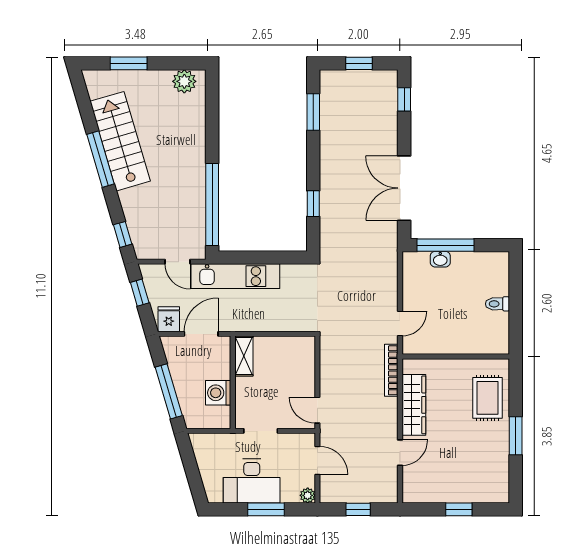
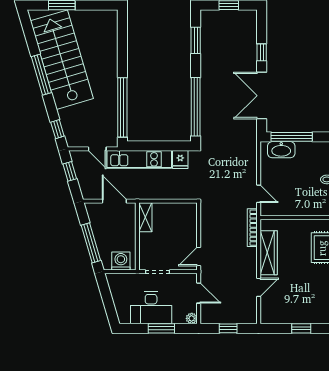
plant: (184, 81) -> (102, 18), removed
window: (404, 99) -> (262, 52), moved
stairs: (120, 141) -> (62, 60), width x1.36, depth x1.51
window: (313, 204) -> (196, 107), width x3.17
washbasin: (440, 259) -> (281, 150), width x1.91, depth x1.45
fridge: (169, 319) -> (180, 159), moved, turned 180
door: (400, 324) -> (259, 194), hinge flipped
door: (201, 334) -> (114, 201), hinge flipped
washing machine: (218, 393) -> (121, 261), moved, turned 90
door: (317, 410) -> (199, 257), hinge flipped

